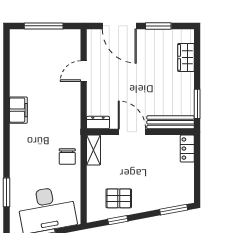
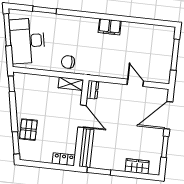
door: (132, 132) -> (82, 116), hinge flipped
pallet: (119, 198) -> (28, 130), moved
window: (118, 220) -> (11, 84), moved

